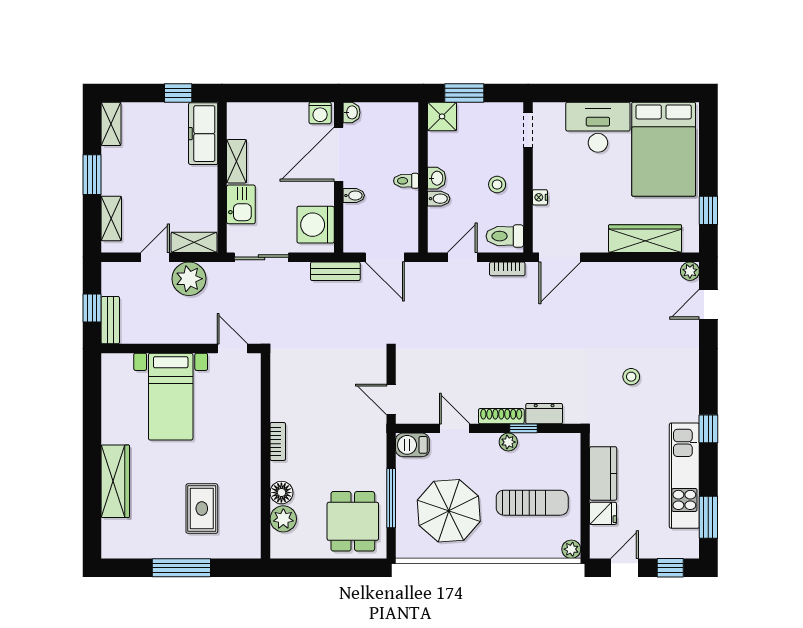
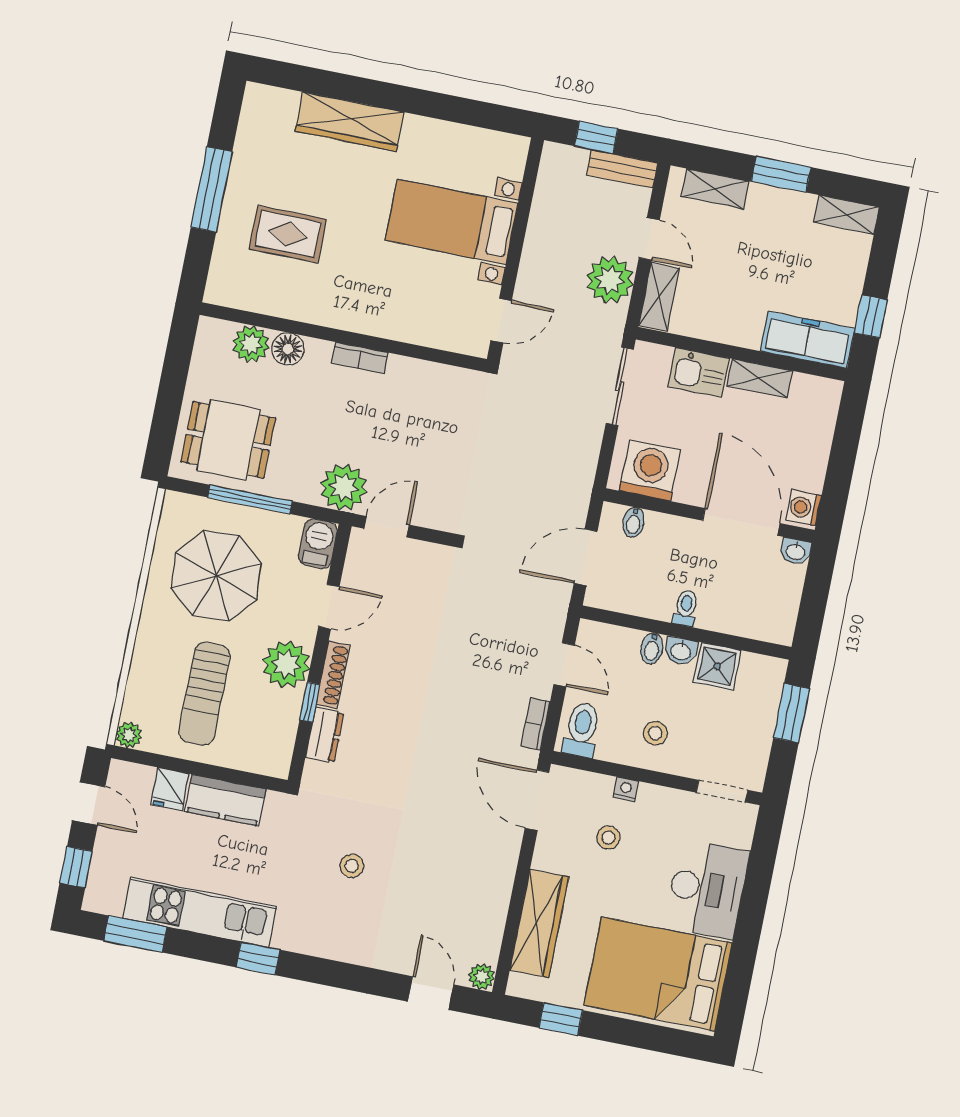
shower: (442, 116) -> (717, 666), moved
bidet: (354, 195) -> (634, 522), moved
stool: (576, 203) -> (608, 838), added
bench: (335, 271) -> (580, 485), removed
bench: (110, 320) -> (622, 169), moved
plant: (370, 435) -> (344, 487), added
plant: (508, 442) -> (286, 664), width x1.88, depth x1.88

